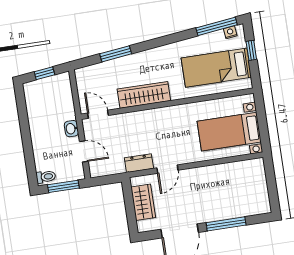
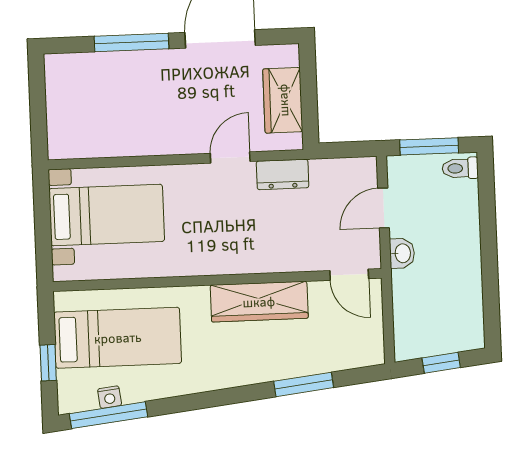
nightstand: (230, 32) -> (110, 397), moved
door: (84, 151) -> (384, 208), hinge flipped

